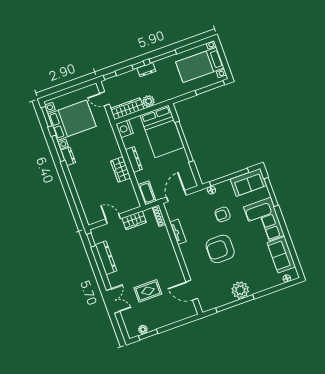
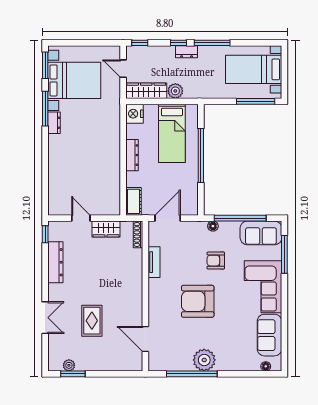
bed: (162, 131) -> (172, 133), width x0.67
wardrobe: (121, 169) -> (112, 162), removed
rug: (148, 291) -> (92, 321), turned 90

